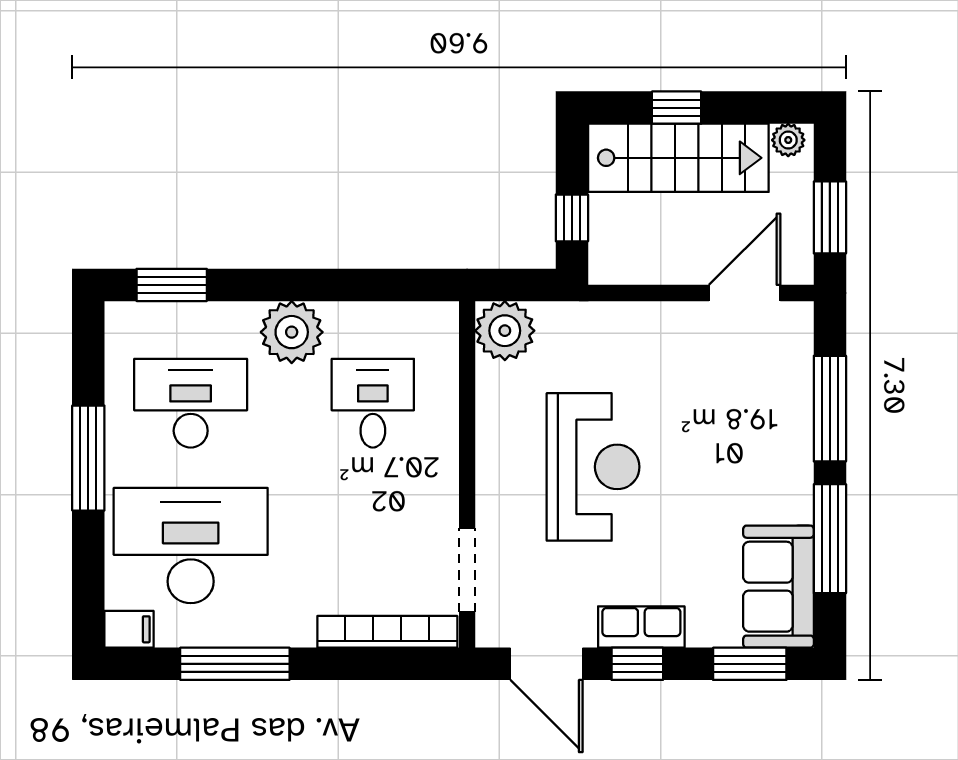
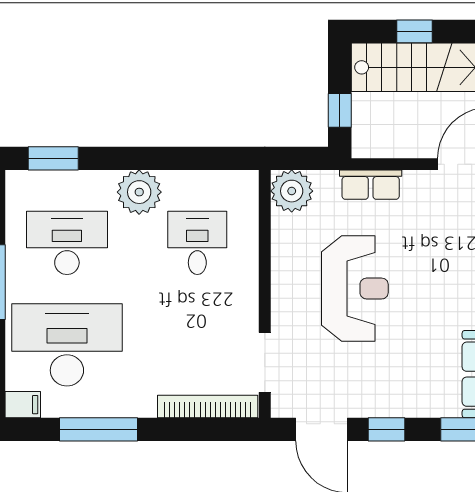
row of seats: (641, 627) -> (371, 185), moved, turned 180

